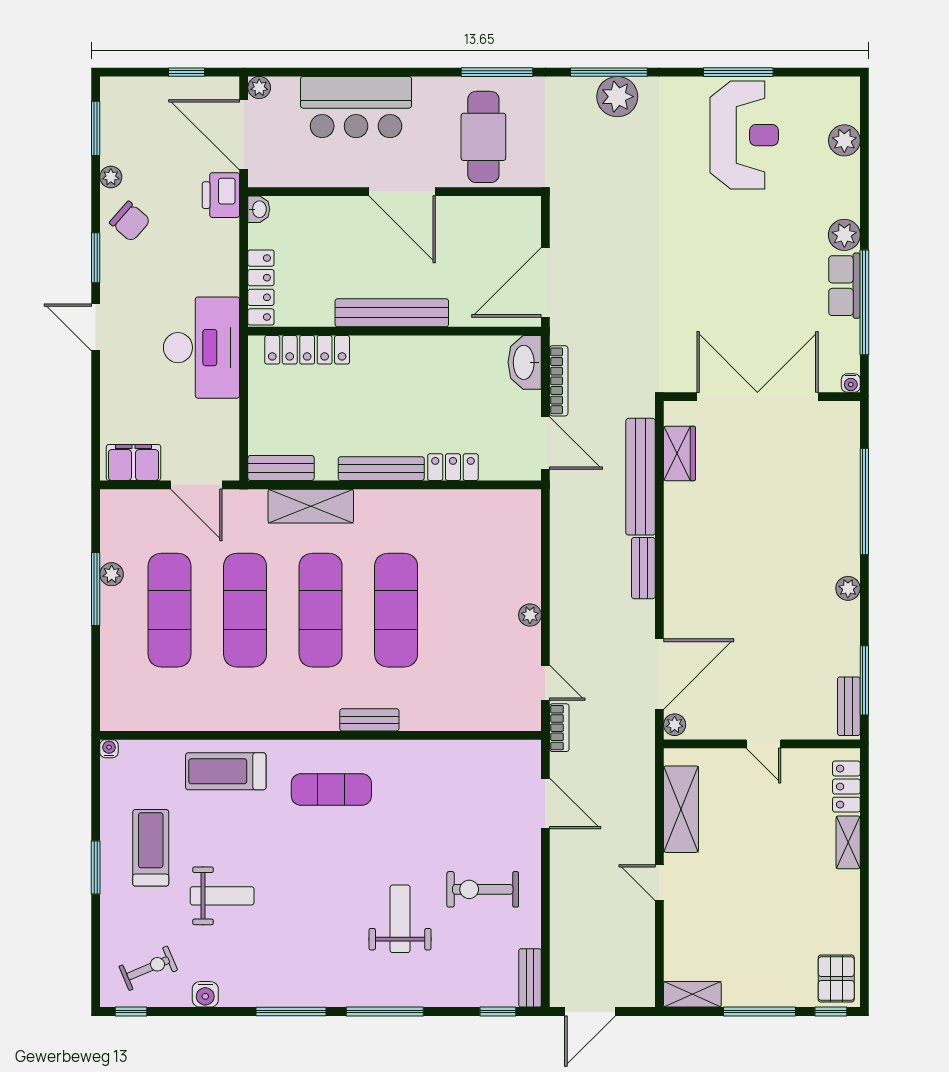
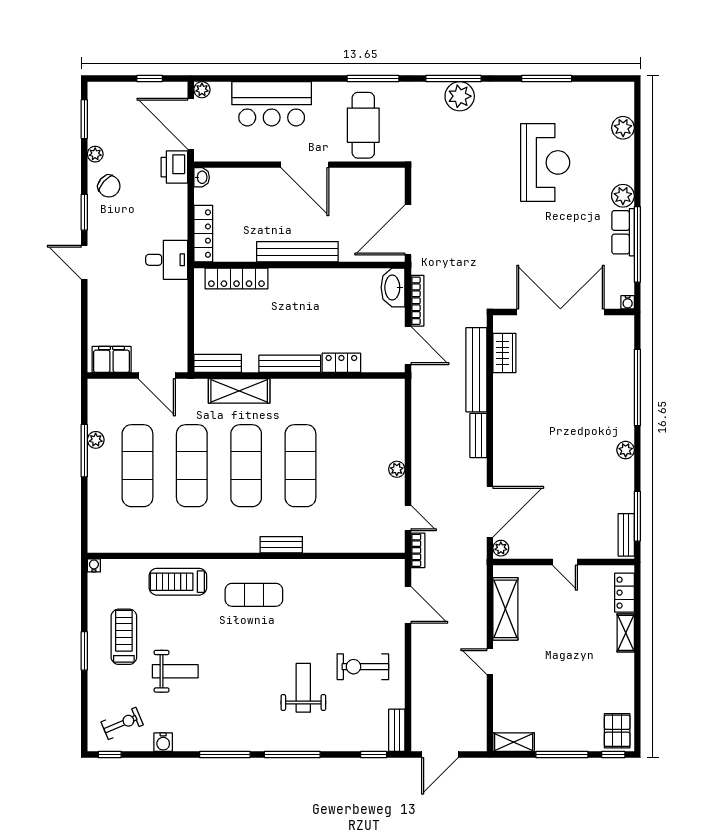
reception desk: (744, 135) -> (545, 162), moved
desk: (201, 348) -> (167, 260), width x0.53, depth x0.77

